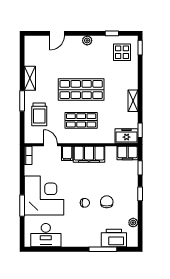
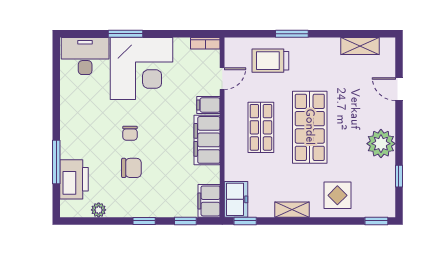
plant: (87, 40) -> (381, 144), width x1.88, depth x1.88
display table: (122, 52) -> (337, 195), moved
shelving: (30, 78) -> (360, 46), moved
desk: (46, 235) -> (85, 56), moved, turned 90

